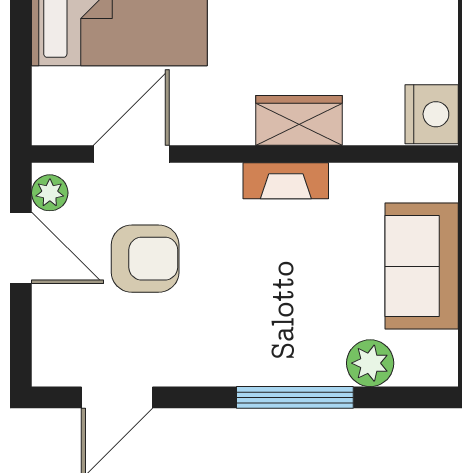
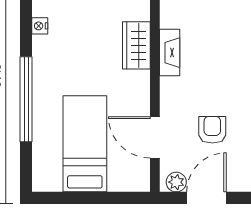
armchair: (145, 259) -> (212, 130), width x0.72, depth x0.72

